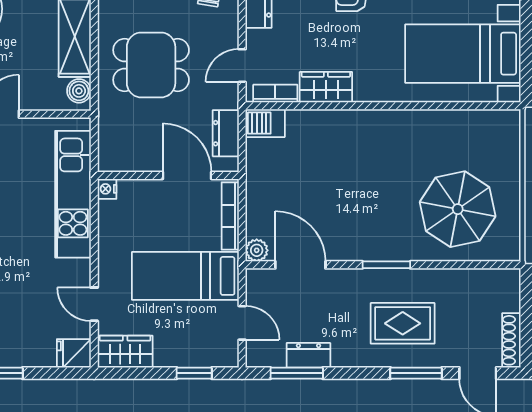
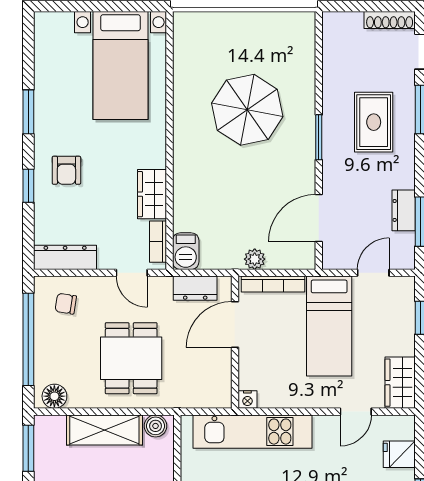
parasol: (458, 209) -> (247, 110), moved
plant: (257, 250) -> (255, 259), moved
fridge: (74, 353) -> (399, 454), moved, turned 90

